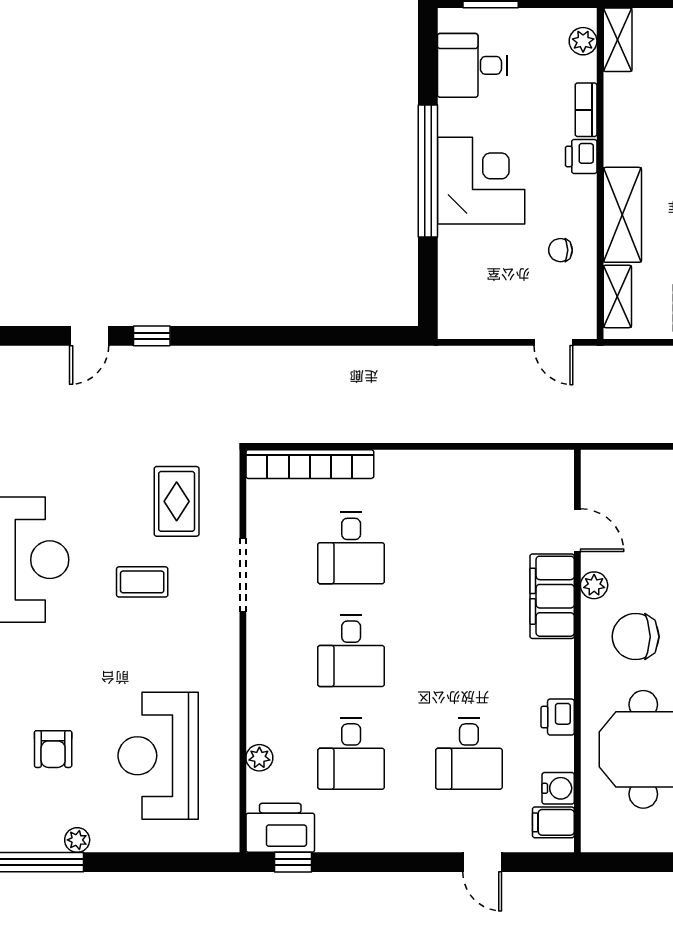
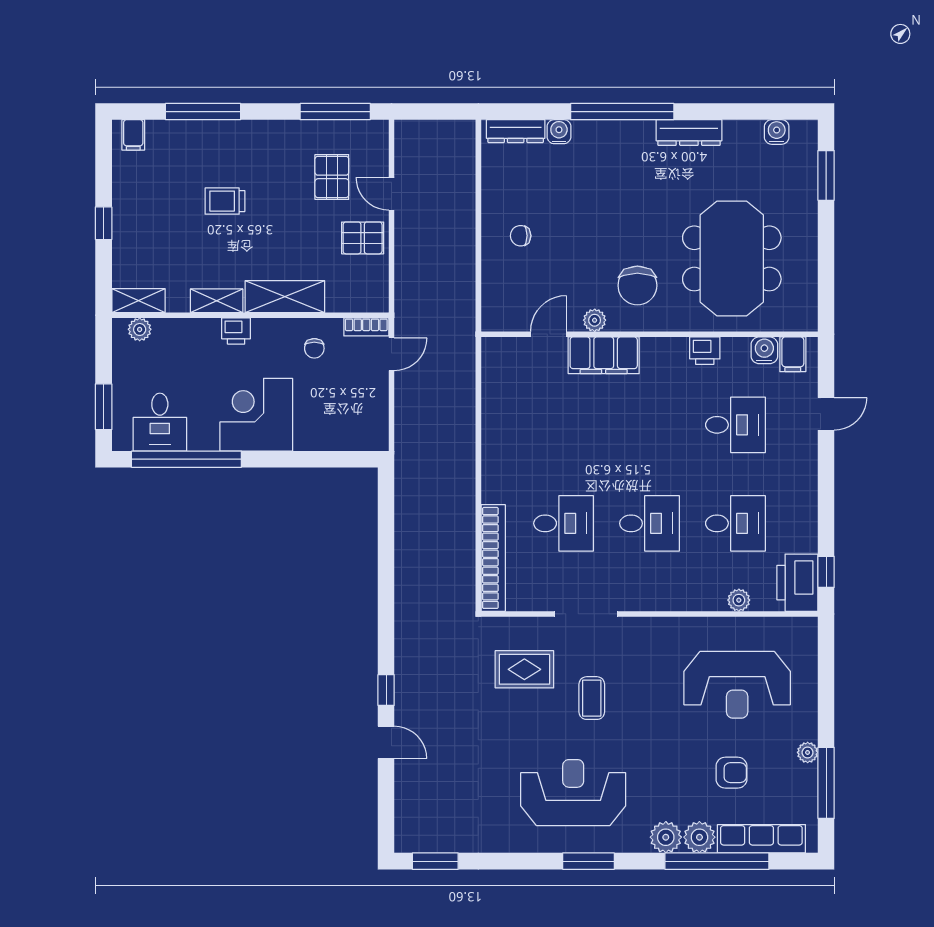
bookcase: (586, 110) -> (366, 327), moved
window: (428, 171) -> (186, 459), moved
shelving: (617, 296) -> (217, 301), moved

